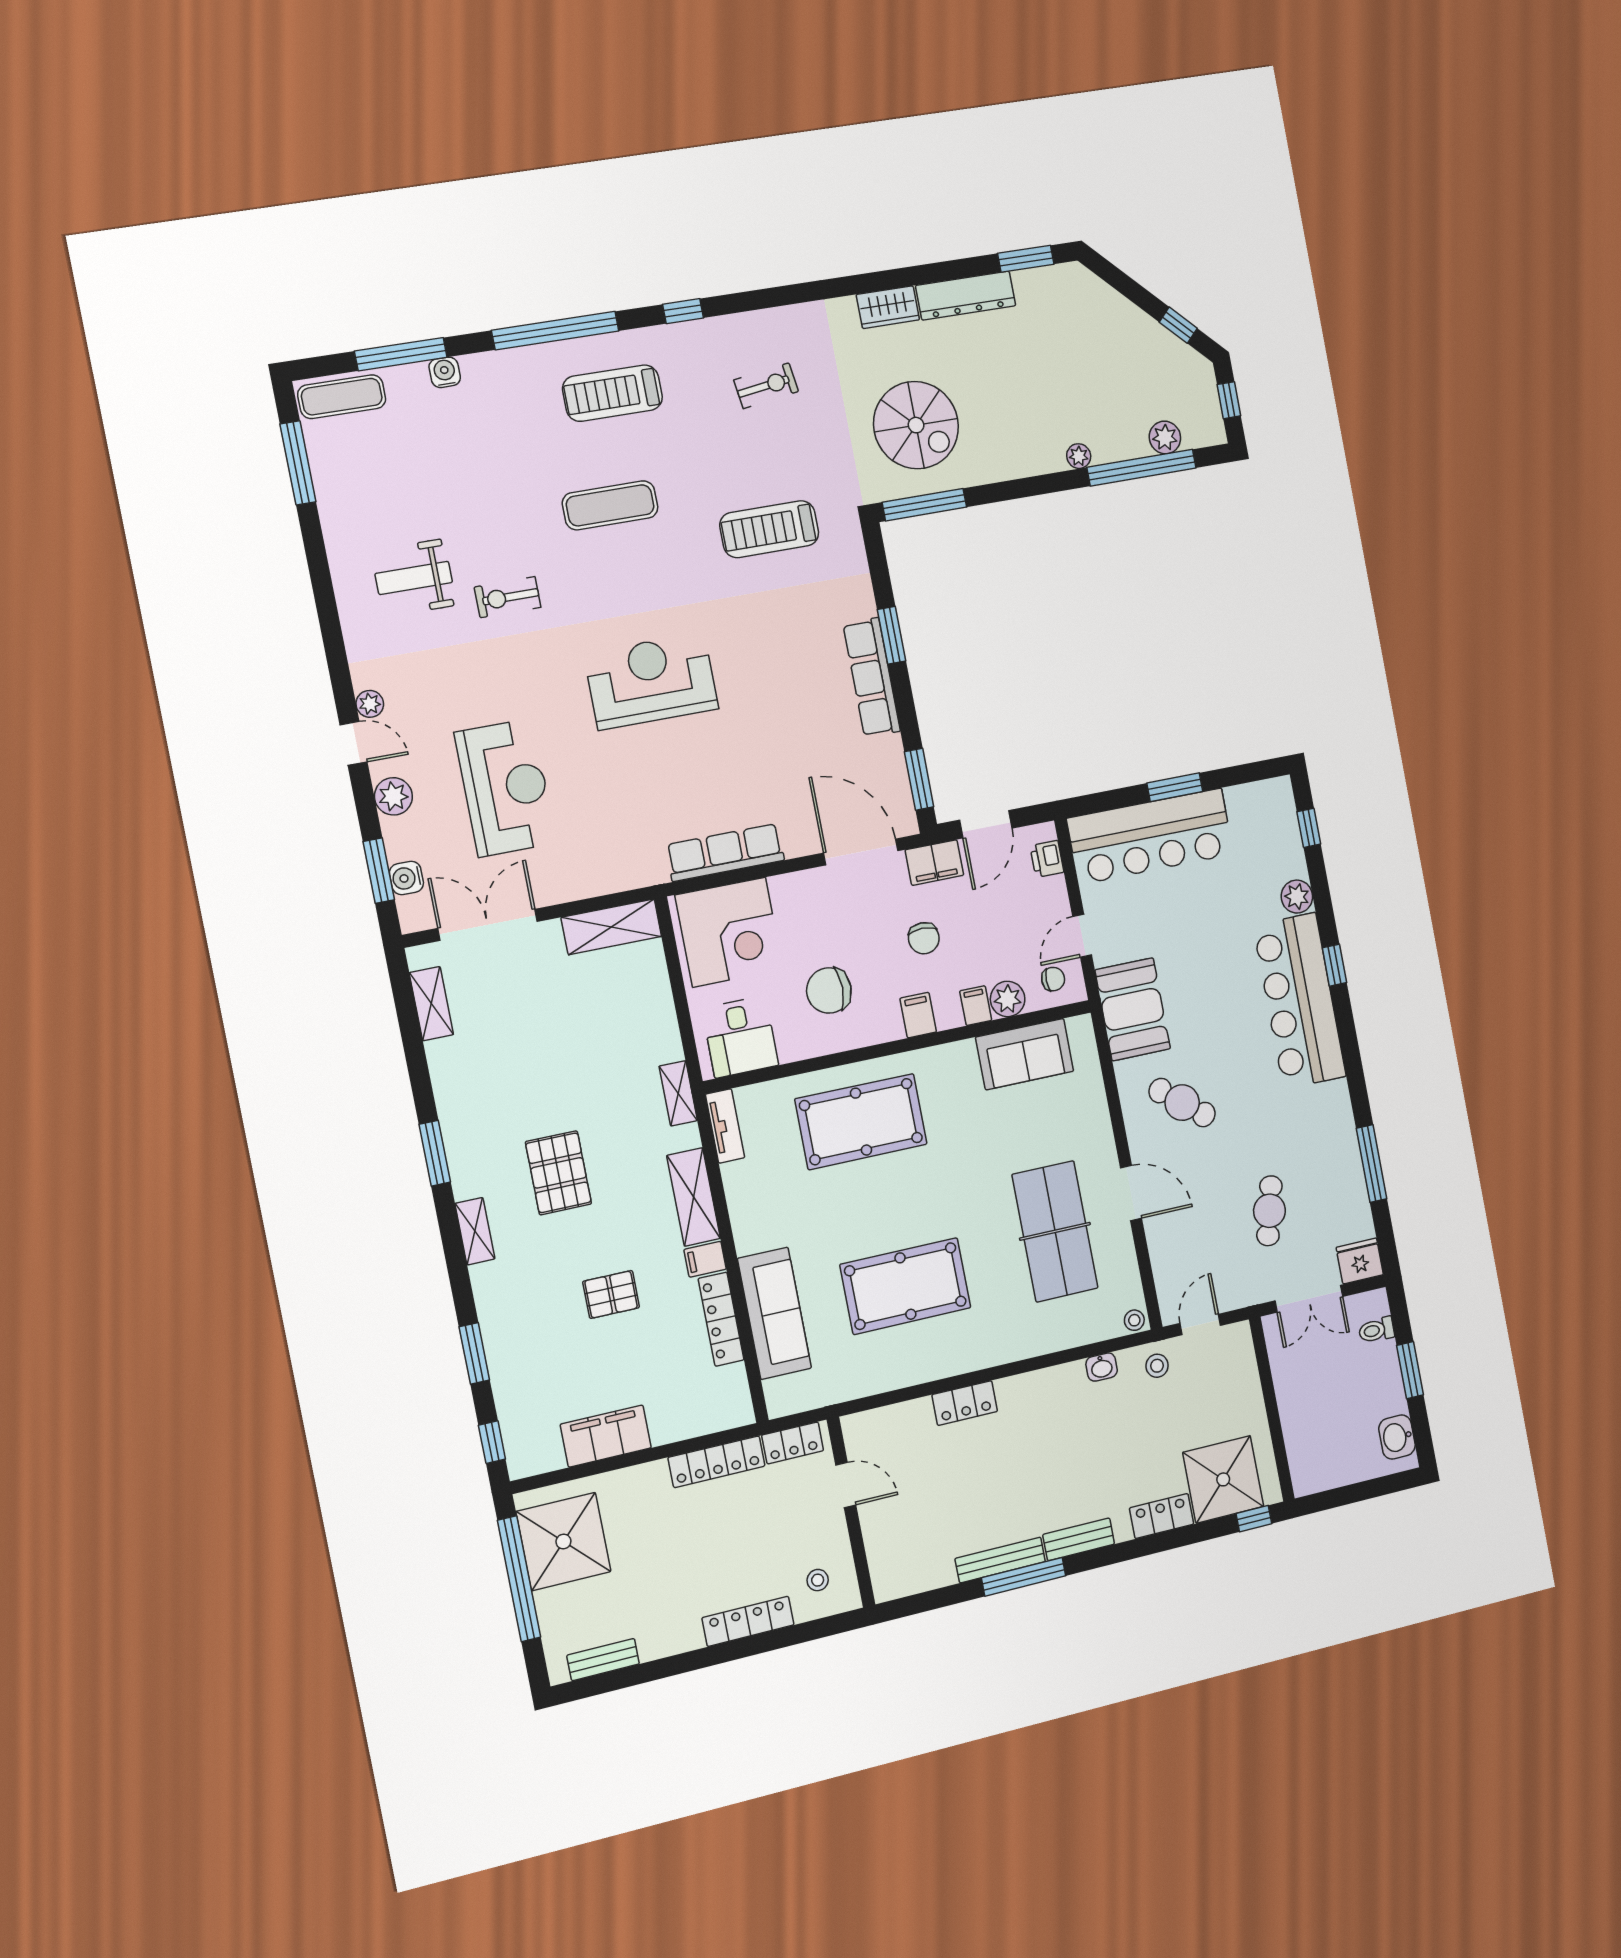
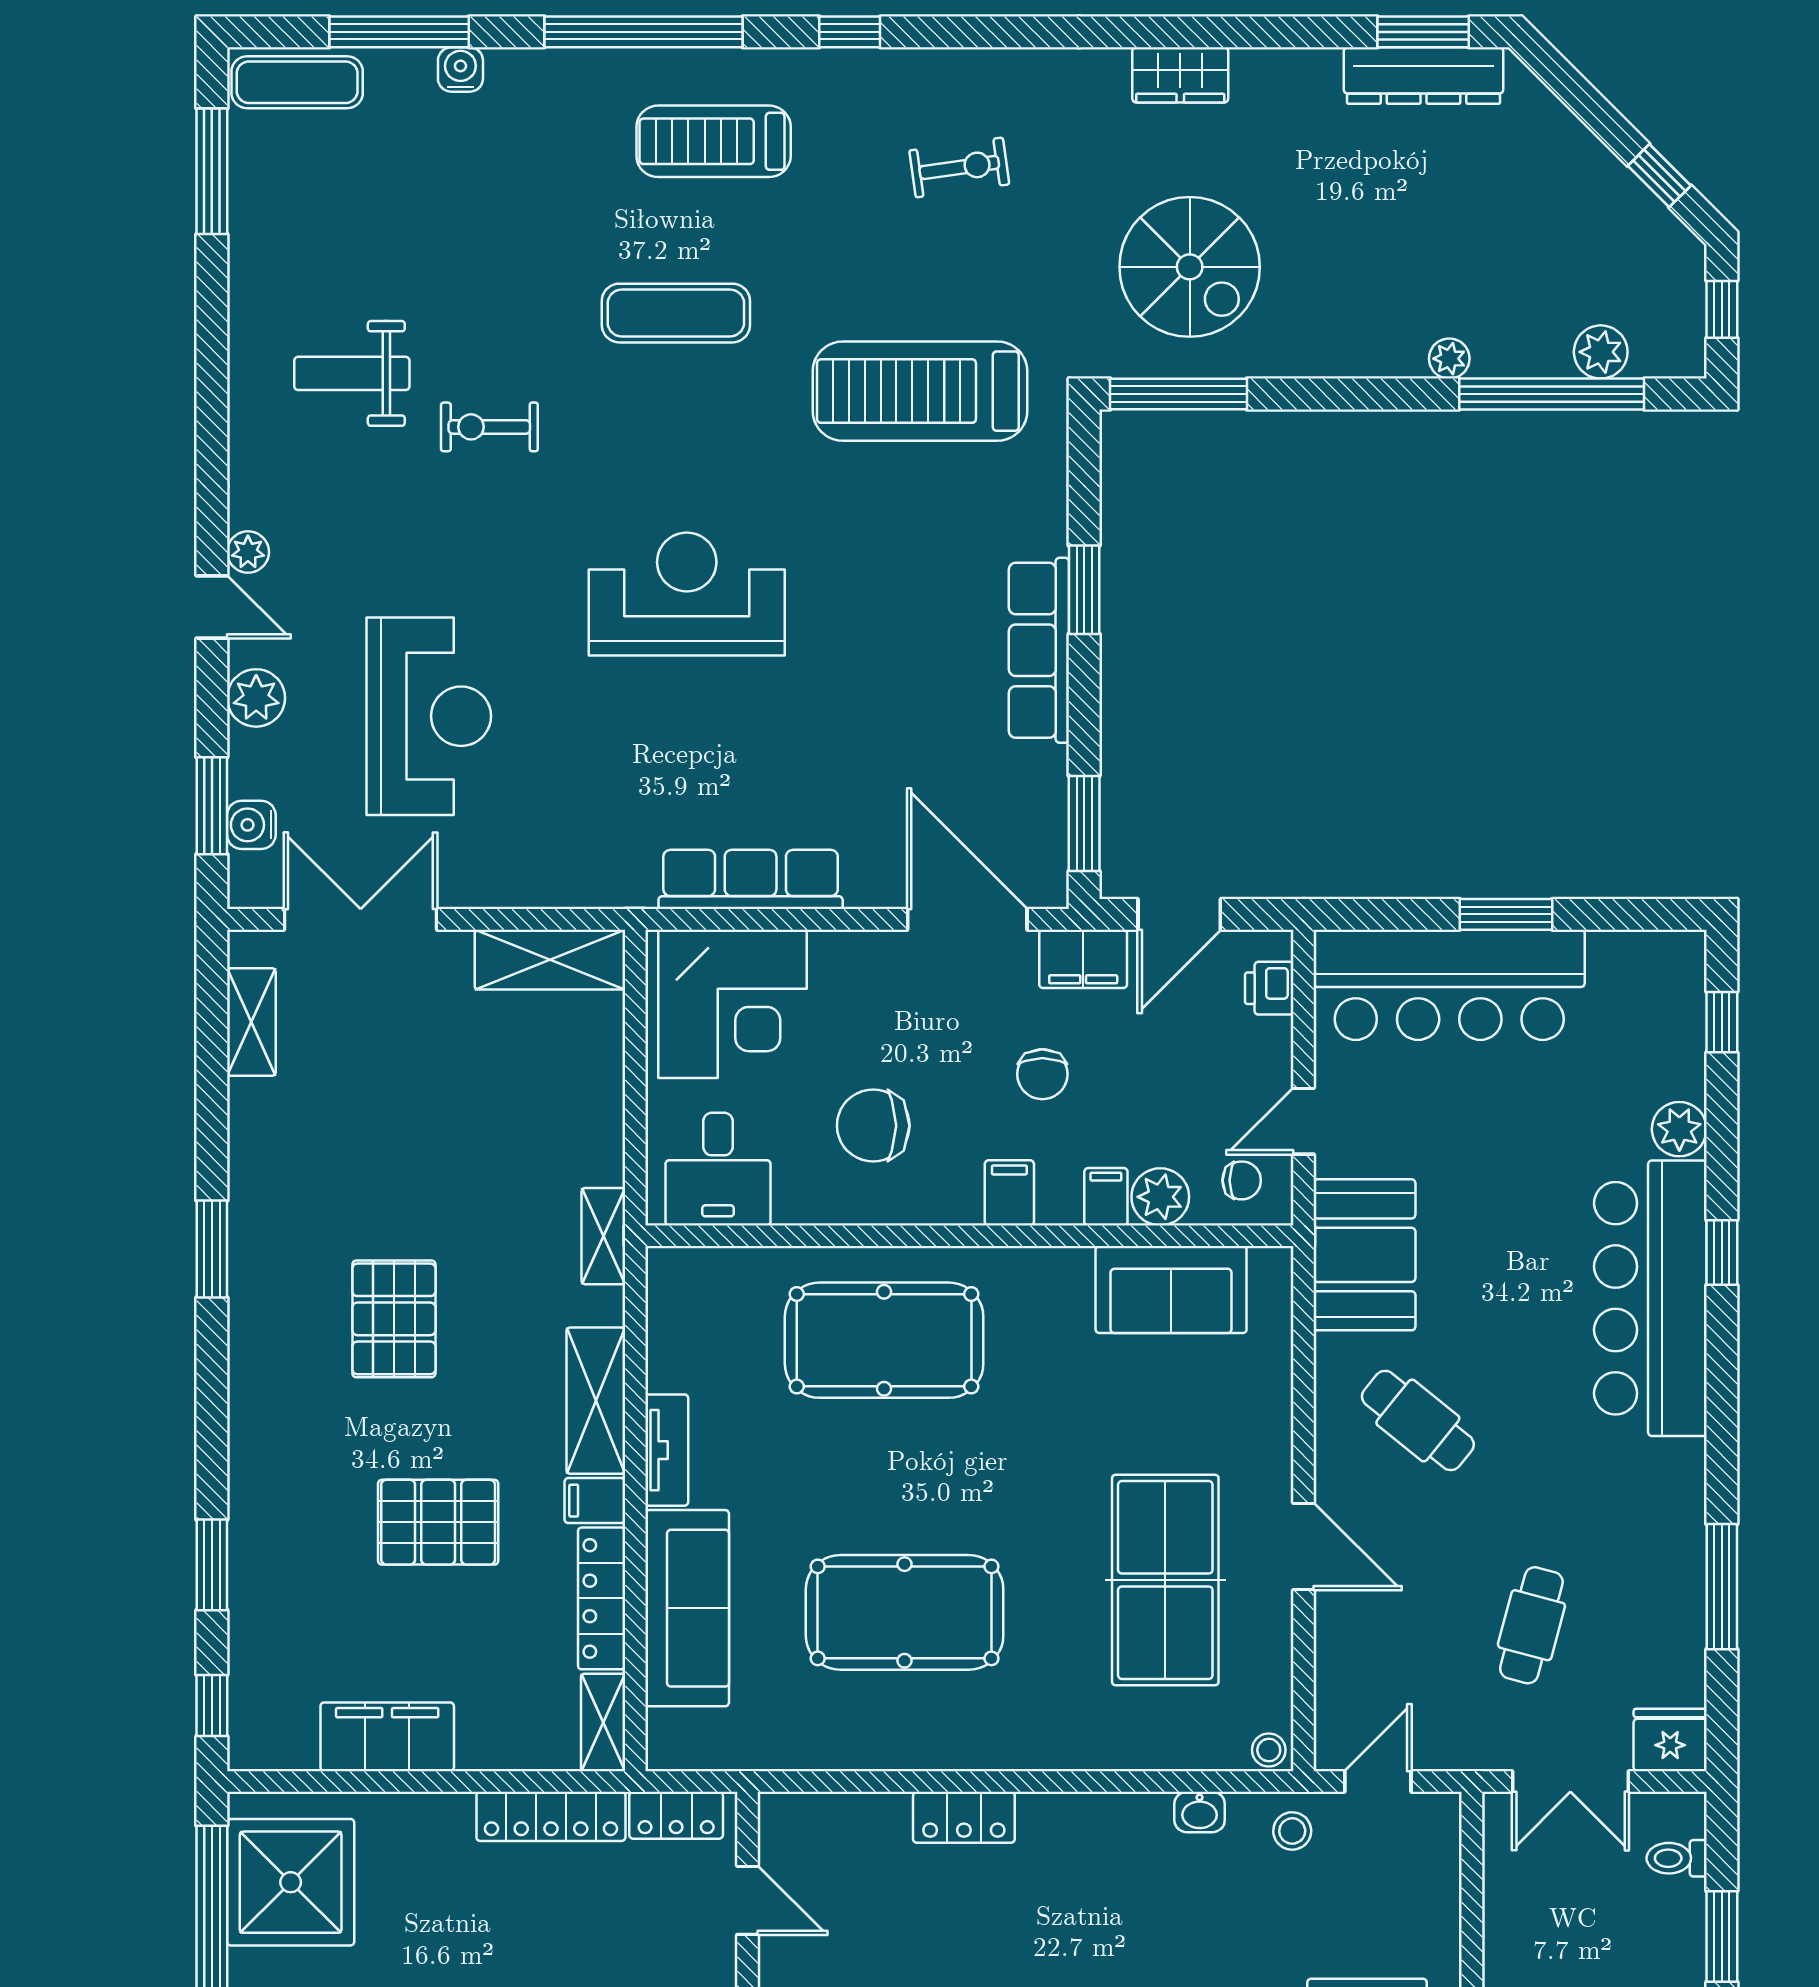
dresser: (966, 296) -> (1424, 76), moved
treadmill: (769, 529) -> (920, 391), width x1.37, depth x1.38
tv unit: (725, 1126) -> (667, 1450), moved
shelving: (475, 1231) -> (603, 1722), moved
pallet: (611, 1294) -> (438, 1522), width x1.50, depth x1.42

